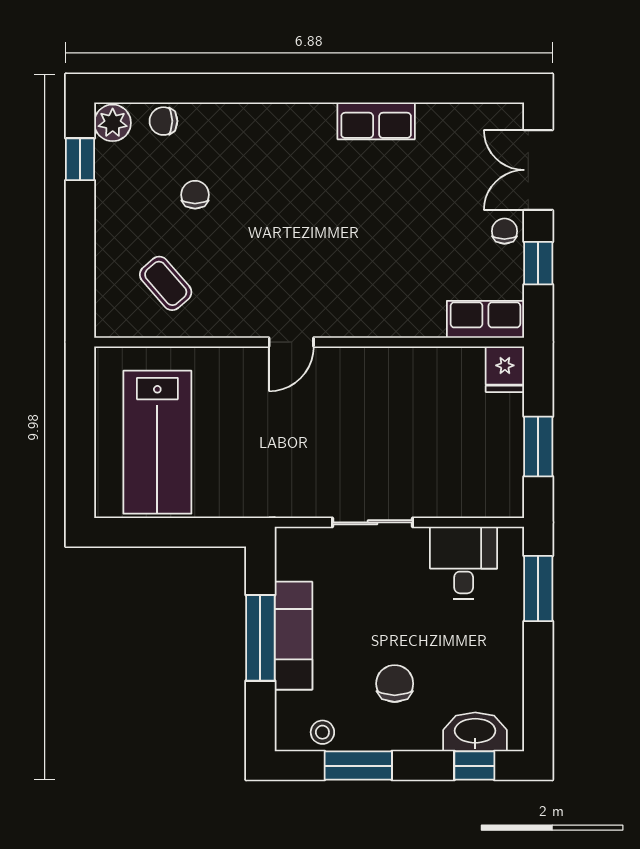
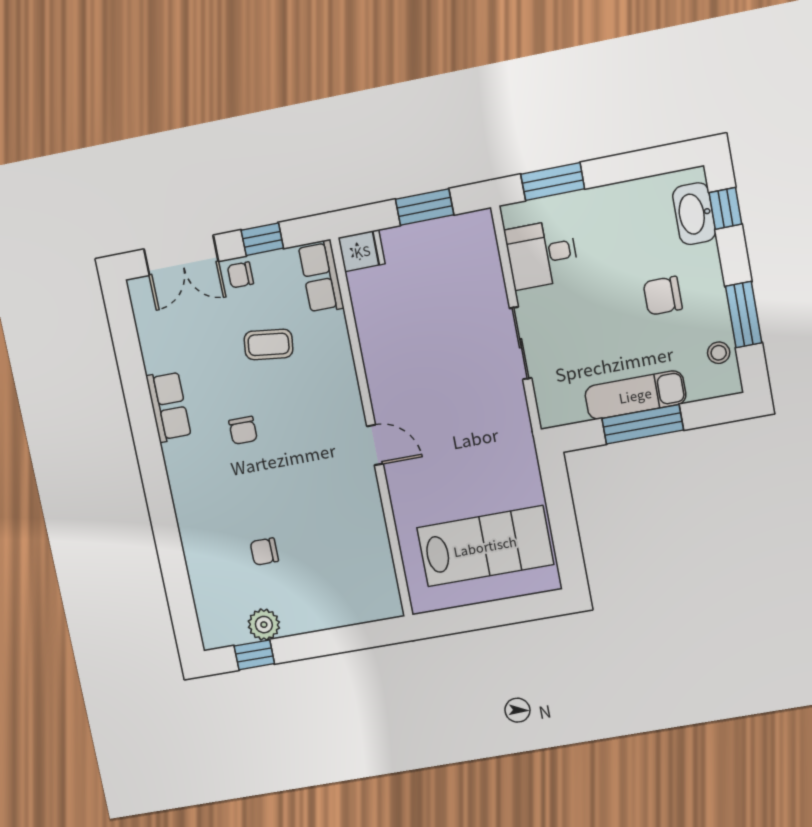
chair: (163, 121) -> (243, 430), moved
plant: (113, 123) -> (264, 625), moved
coffee table: (166, 283) -> (269, 344), moved, turned 48

